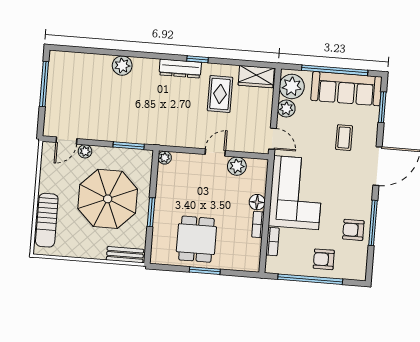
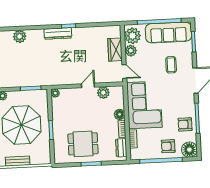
wardrobe: (256, 77) -> (115, 50), moved, turned 90
rug: (220, 94) -> (86, 47), removed
dining table: (196, 239) -> (83, 144), turned 90
dresser: (253, 252) -> (121, 148), added
bench: (125, 255) -> (18, 161), moved
floor lamp: (355, 269) -> (189, 150), added

